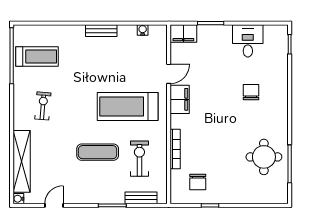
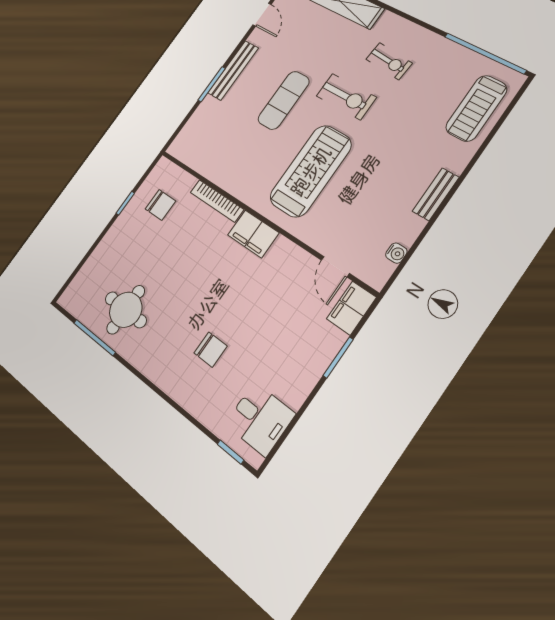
desk: (248, 41) -> (260, 419), moved
treadmill: (37, 57) -> (476, 108), moved
door: (169, 74) -> (335, 267), moved
filing cabinet: (180, 99) -> (253, 234), moved
exercise bike: (139, 159) -> (346, 97), moved
chair: (198, 182) -> (160, 205), turned 180
bench: (141, 198) -> (233, 70), moved, width x1.36

